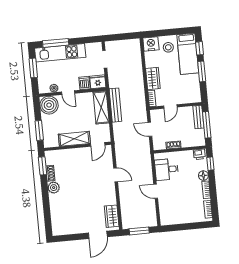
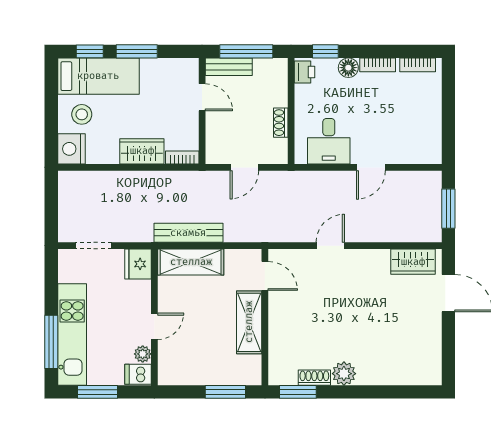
dishwasher: (84, 83) -> (138, 374), moved
boiler: (49, 105) -> (176, 367), removed
door: (170, 107) -> (202, 97), moved

